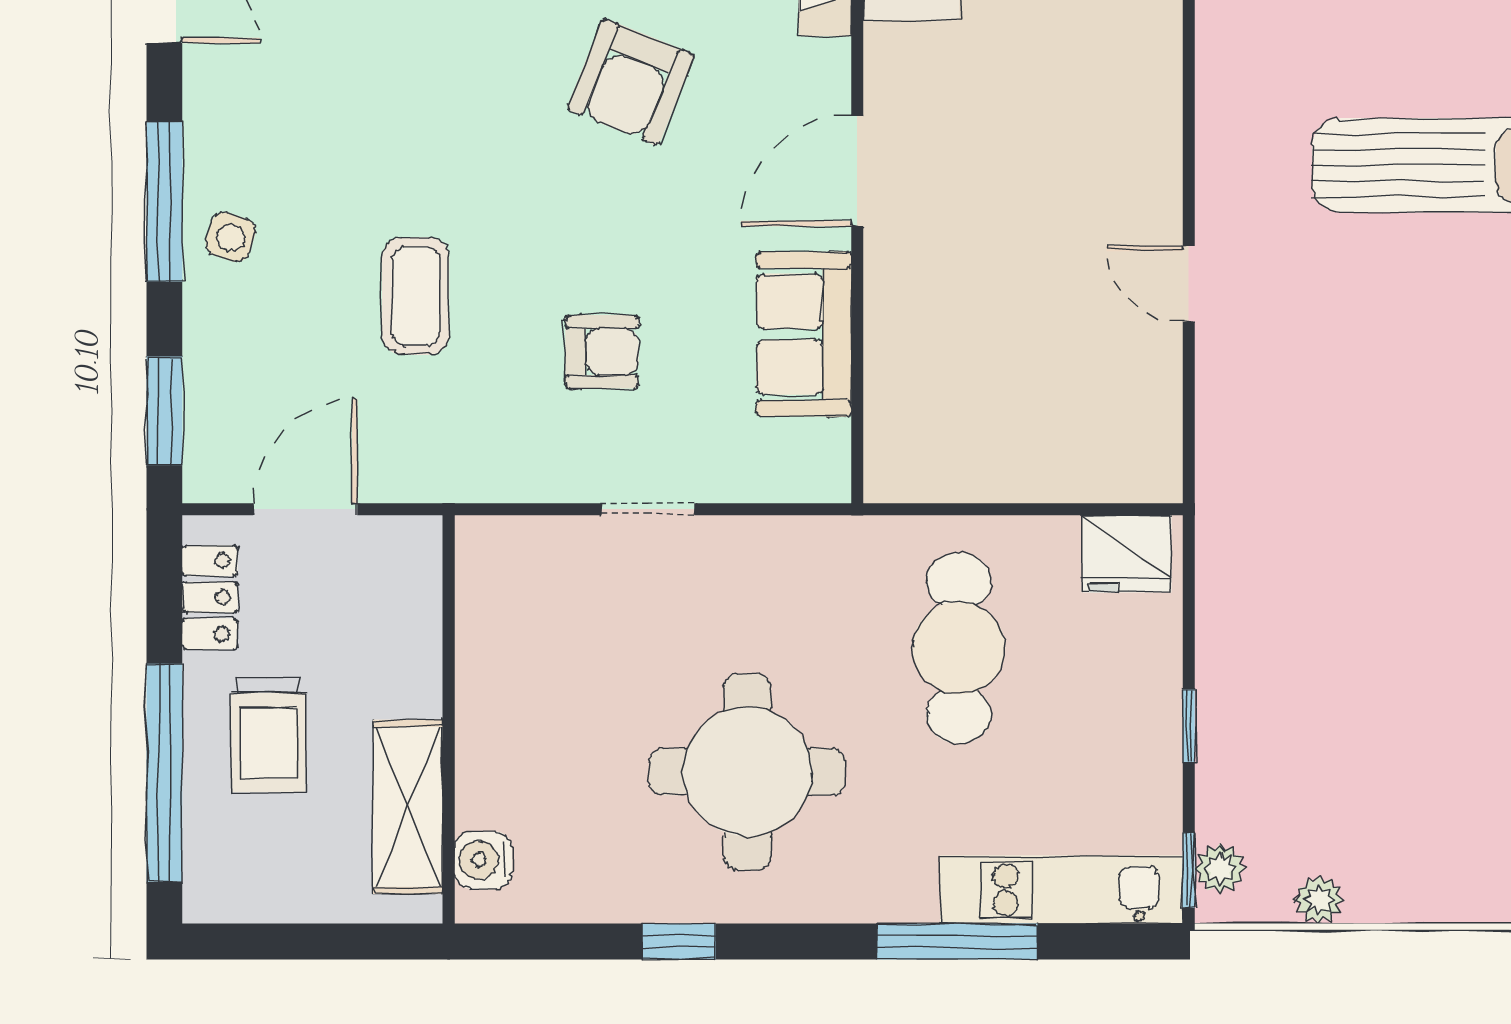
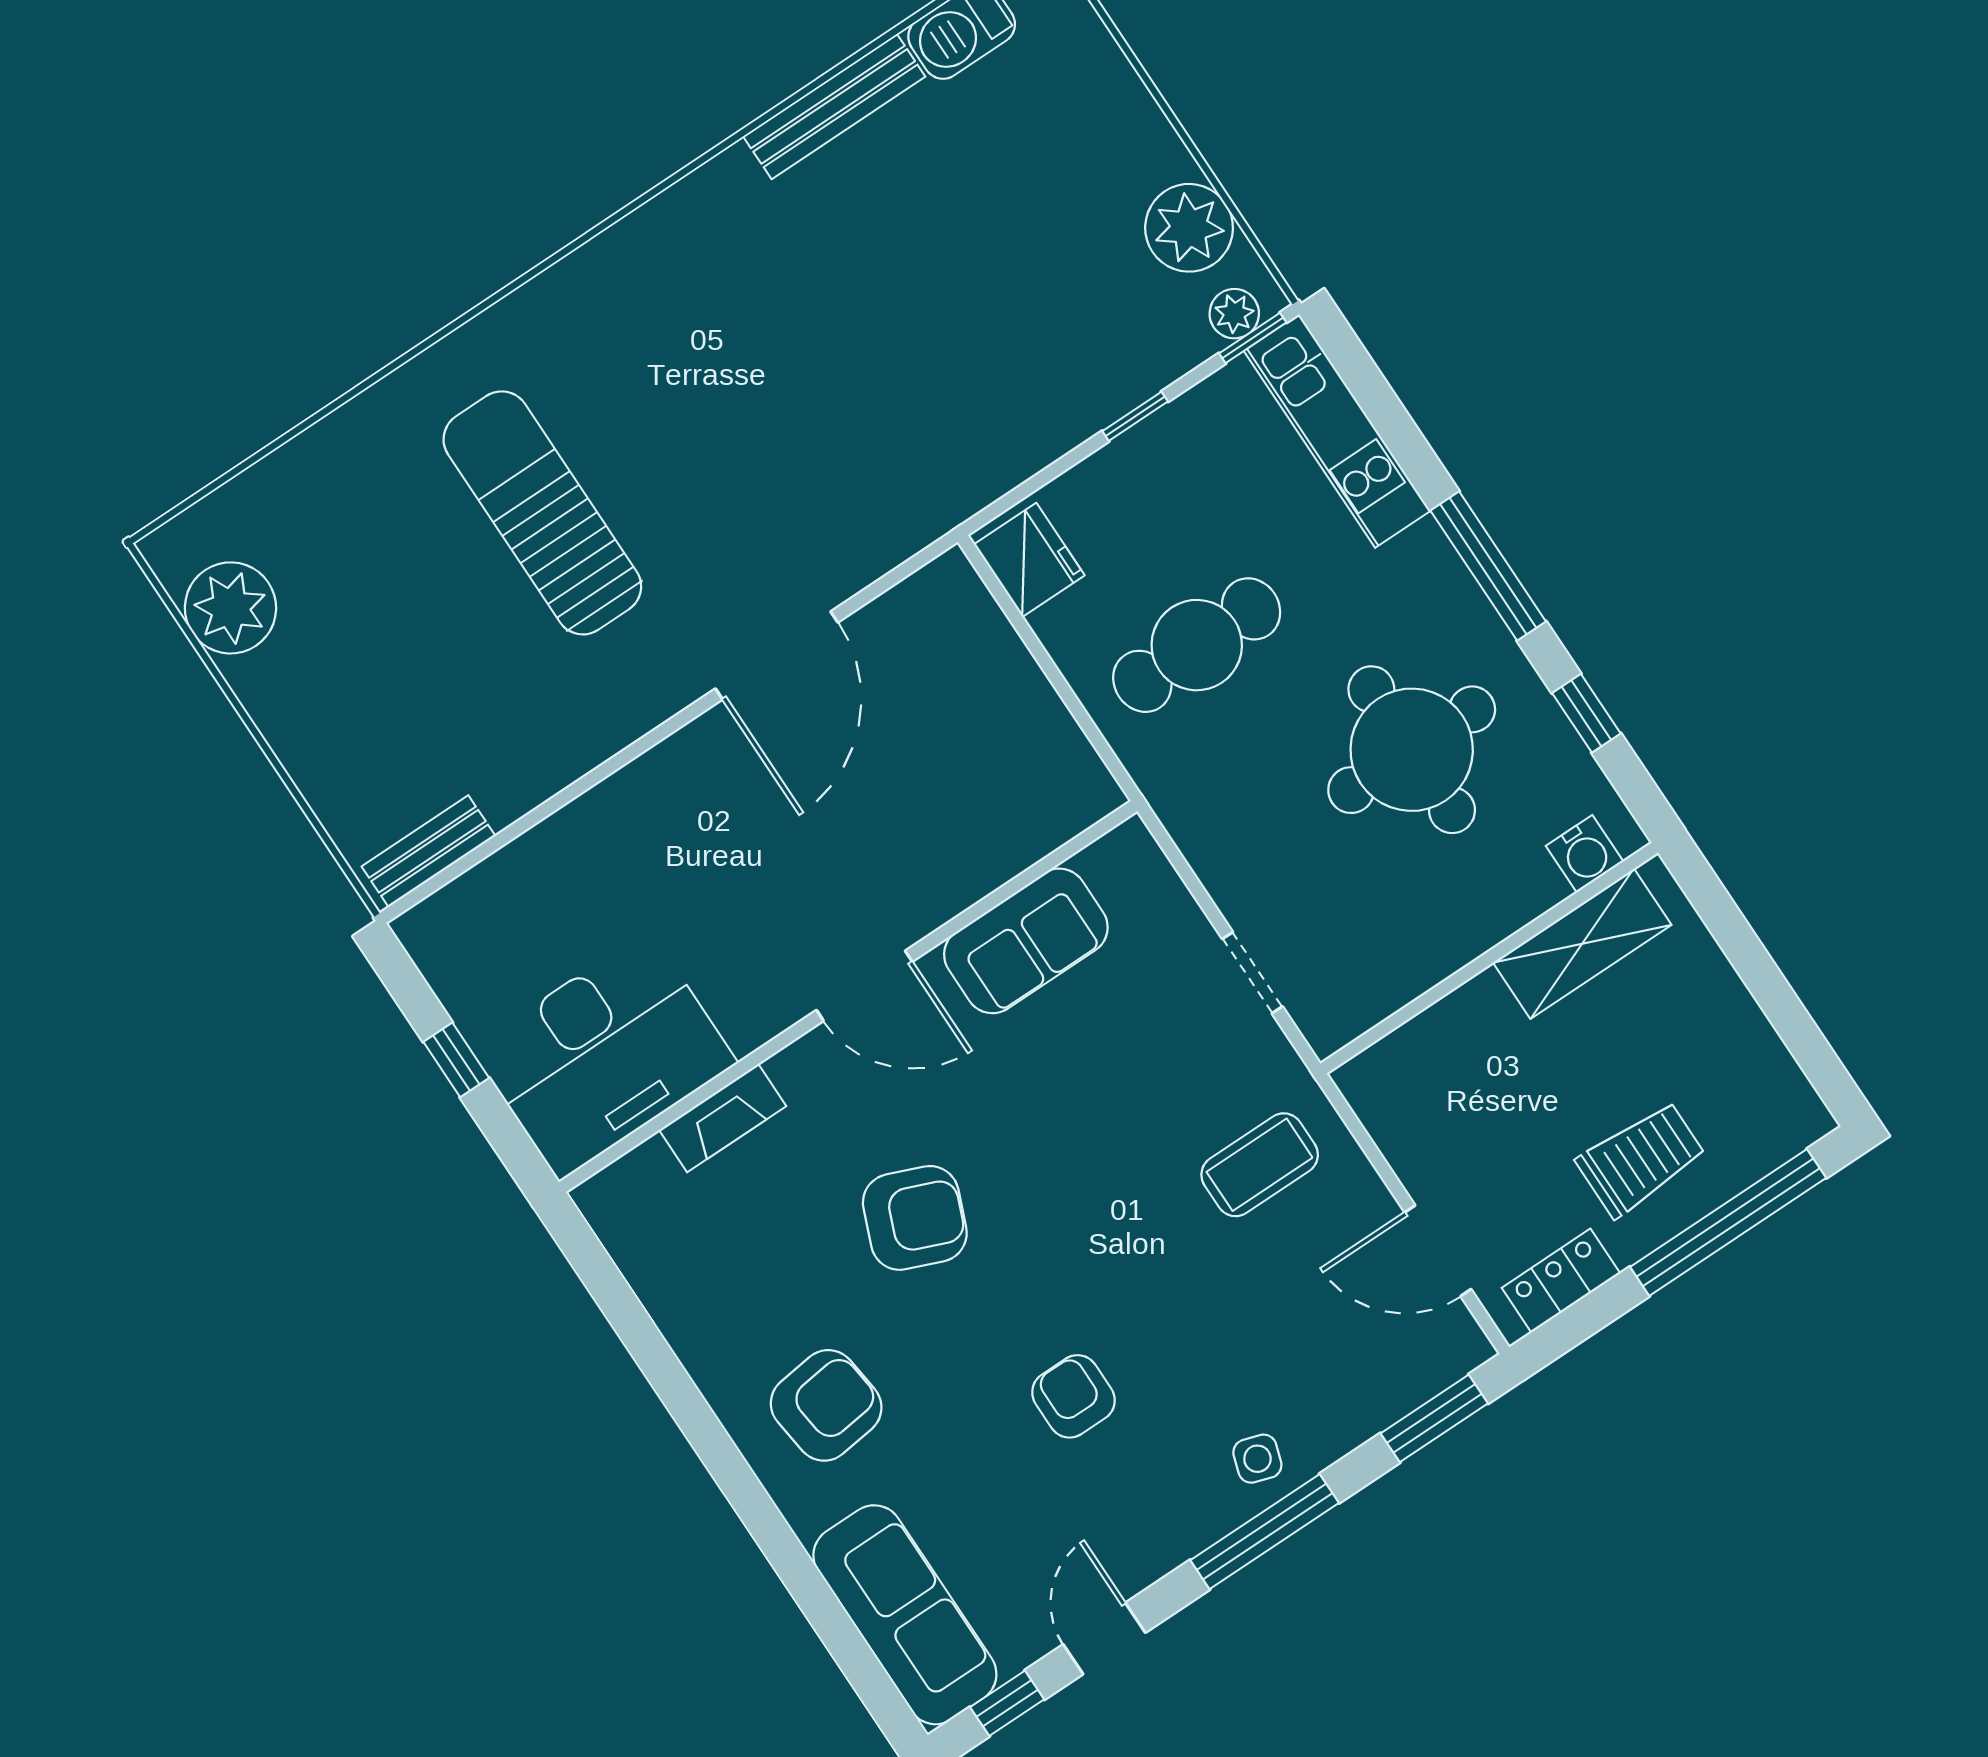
door: (1189, 284) -> (777, 655), width x1.87
coffee table: (416, 296) -> (1260, 1165), moved
armchair: (602, 352) -> (1073, 1396), moved
wall: (449, 719) -> (1489, 958), moved
shelving: (408, 807) -> (1582, 944), moved
water cooler: (483, 860) -> (1585, 854), moved
plant: (1319, 900) -> (1189, 228), width x1.87, depth x1.87
window: (957, 942) -> (1488, 566), moved

